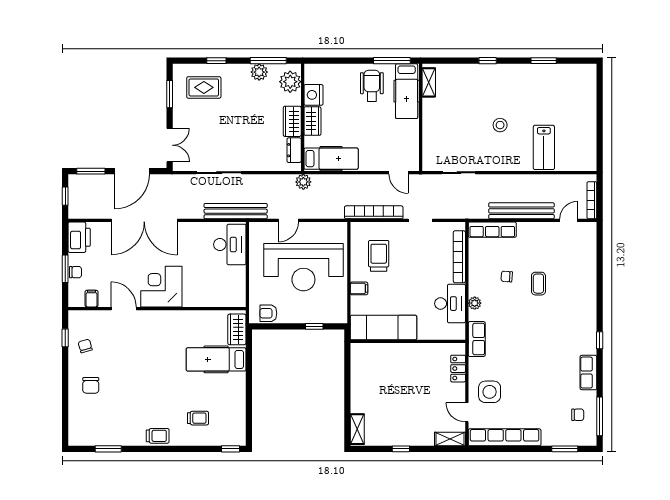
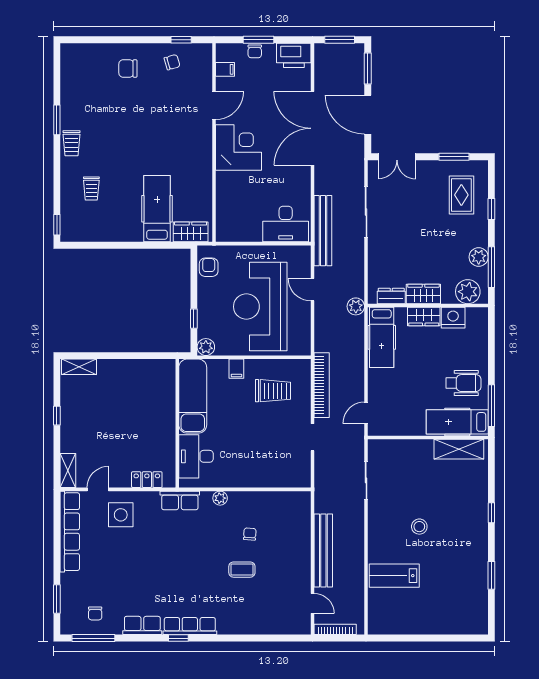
shelving: (429, 82) -> (459, 449), width x1.50, depth x1.33
window: (65, 196) -> (340, 40), width x1.50
row of seats: (492, 230) -> (190, 626), moved, turned 90
bookcase: (459, 257) -> (272, 481), removed
desk: (450, 304) -> (196, 456), moved, turned 90
plant: (340, 316) -> (206, 347), added
window: (108, 449) -> (57, 120), moved

